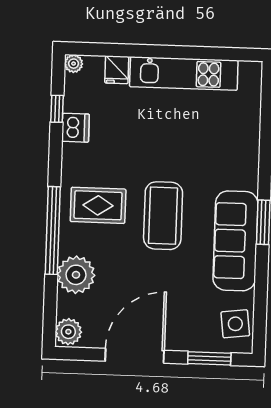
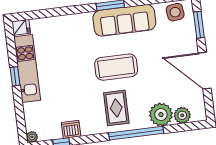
window: (175, 52) -> (15, 76), added
fridge: (117, 70) -> (21, 27), moved
plant: (68, 332) -> (182, 115), moved

